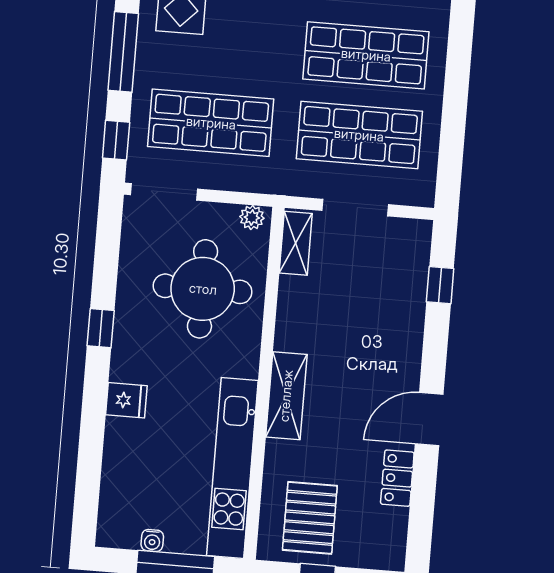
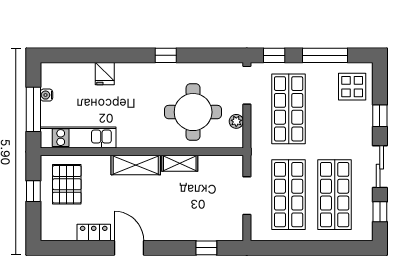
plant: (252, 217) -> (236, 121), moved
shelving: (296, 243) -> (180, 163), moved
fridge: (126, 400) -> (105, 74), moved
kitchen unit: (232, 468) -> (78, 138), width x0.73
pallet: (310, 518) -> (67, 184), turned 90

